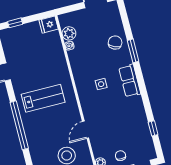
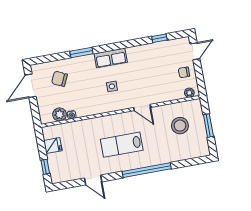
fridge: (49, 25) -> (53, 146), moved, turned -90
chair: (115, 42) -> (59, 79), moved
lab bench: (43, 98) -> (122, 145), turned -90
door: (86, 130) -> (142, 108), moved

